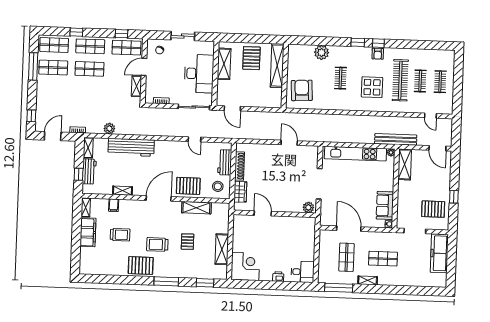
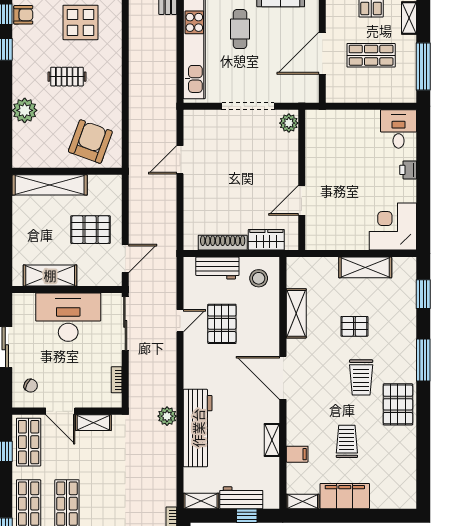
pallet: (251, 58) -> (91, 230), moved
armchair: (302, 90) -> (90, 142), turned 113
plant: (109, 129) -> (167, 416), moved
cafe table: (365, 181) -> (240, 29), added
pallet: (188, 186) -> (222, 324), moved

